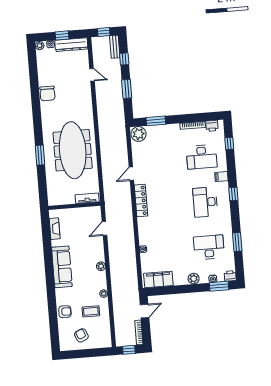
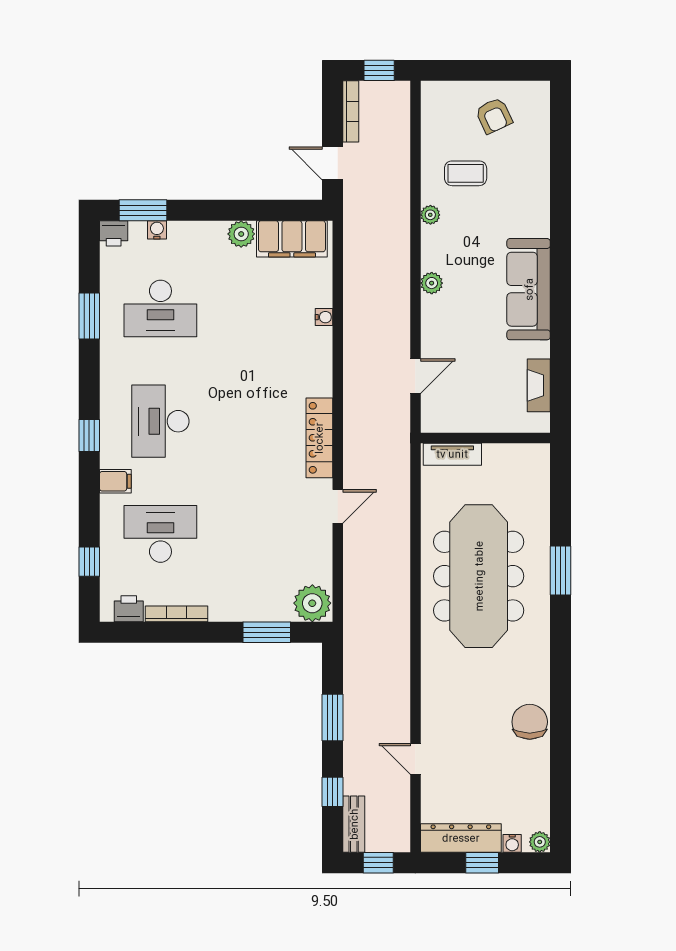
desk: (205, 202) -> (160, 421), turned 180
plant: (194, 279) -> (241, 234), moved
door: (145, 311) -> (333, 163), hinge flipped
armchair: (65, 312) -> (530, 178), removed

